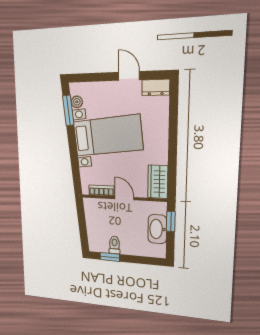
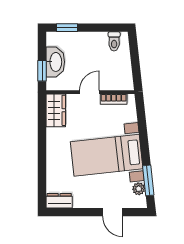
door: (129, 76) -> (113, 212), moved
door: (124, 198) -> (89, 92), swing flipped
toilet: (114, 245) -> (114, 41), moved
window: (110, 257) -> (67, 28), moved

